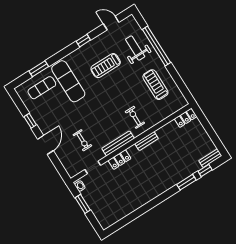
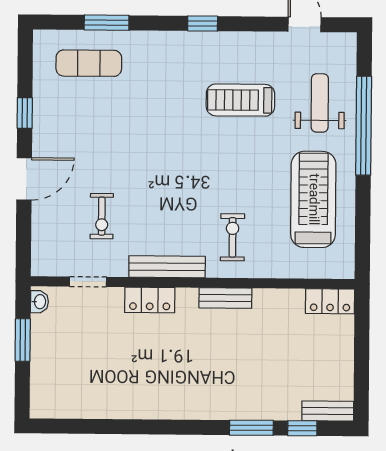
window: (83, 41) -> (203, 23), moved
exercise mat: (68, 81) -> (148, 84), removed
treadmill: (155, 85) -> (313, 199), width x1.37, depth x1.38

